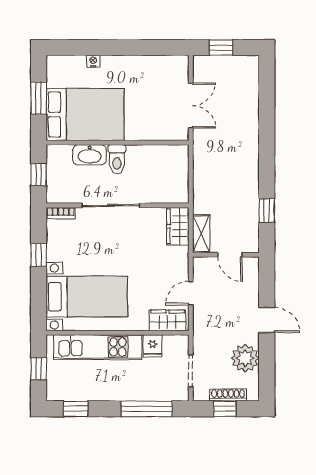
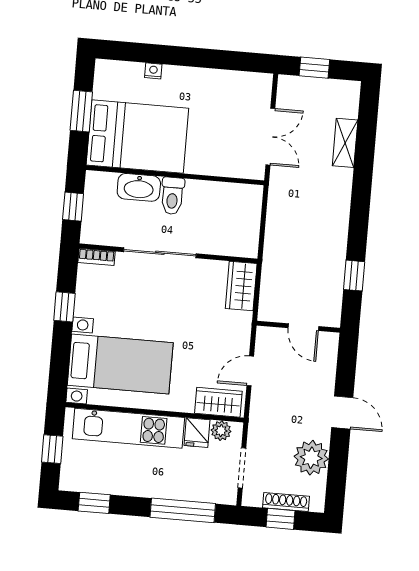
shelving: (201, 234) -> (345, 143), moved
plant: (172, 343) -> (221, 431), added

